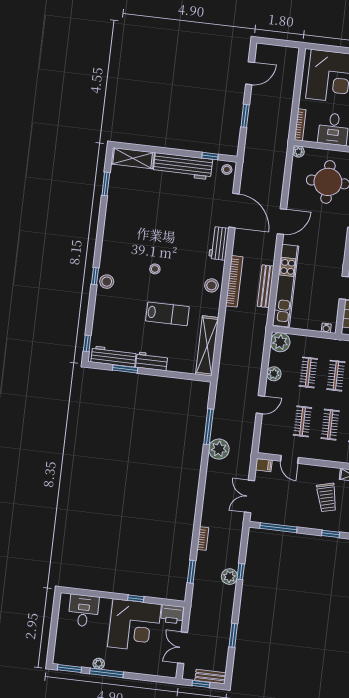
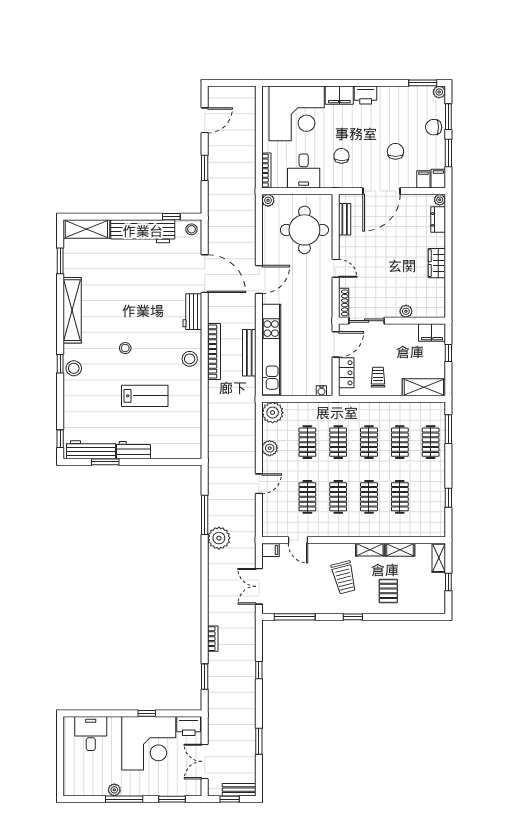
shelving: (207, 346) -> (72, 310), moved
plant: (229, 577) -> (247, 677), removed
window: (69, 669) -> (172, 799), moved

